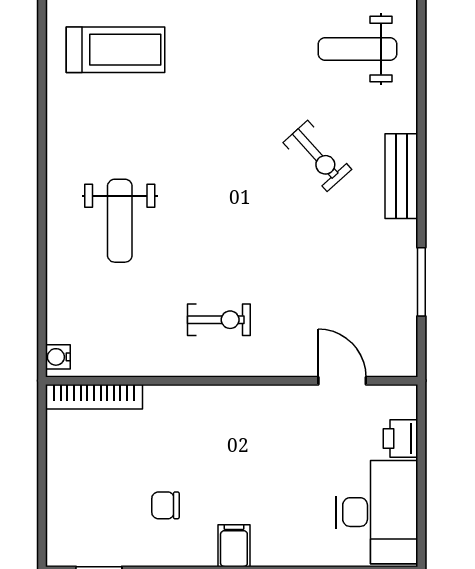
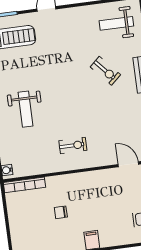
chair: (165, 505) -> (61, 212), moved

